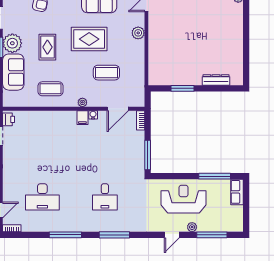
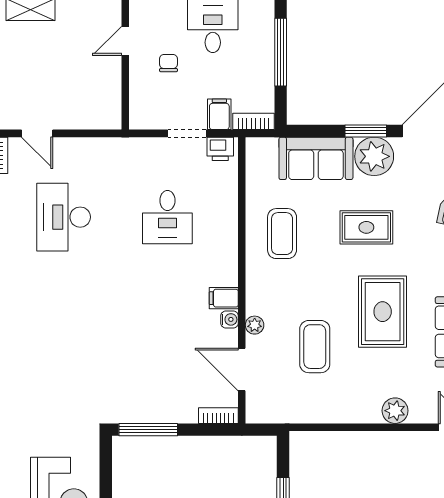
plant: (82, 102) -> (255, 325), moved
desk: (105, 197) -> (167, 217), moved, turned -90

